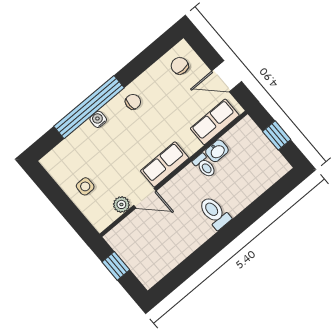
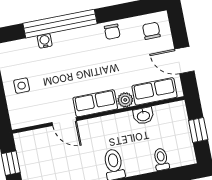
chair: (133, 102) -> (112, 32), moved, turned 90
water cooler: (98, 119) -> (45, 41), moved
toilet: (205, 166) -> (161, 159), moved, turned 180
plant: (121, 204) -> (125, 100), moved

